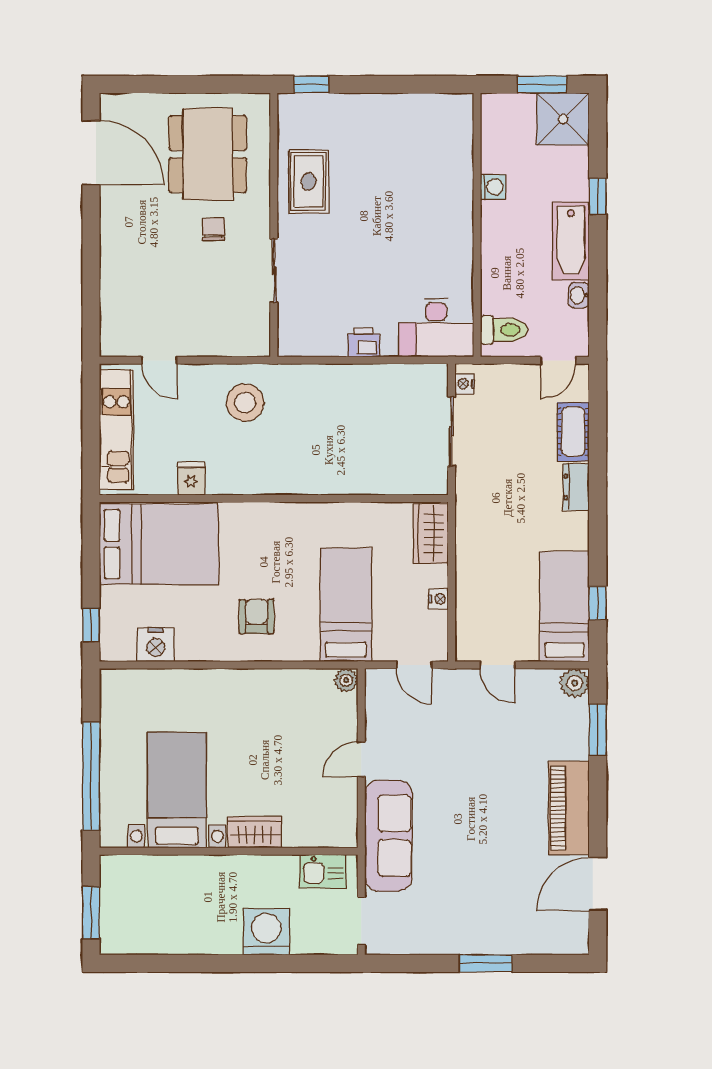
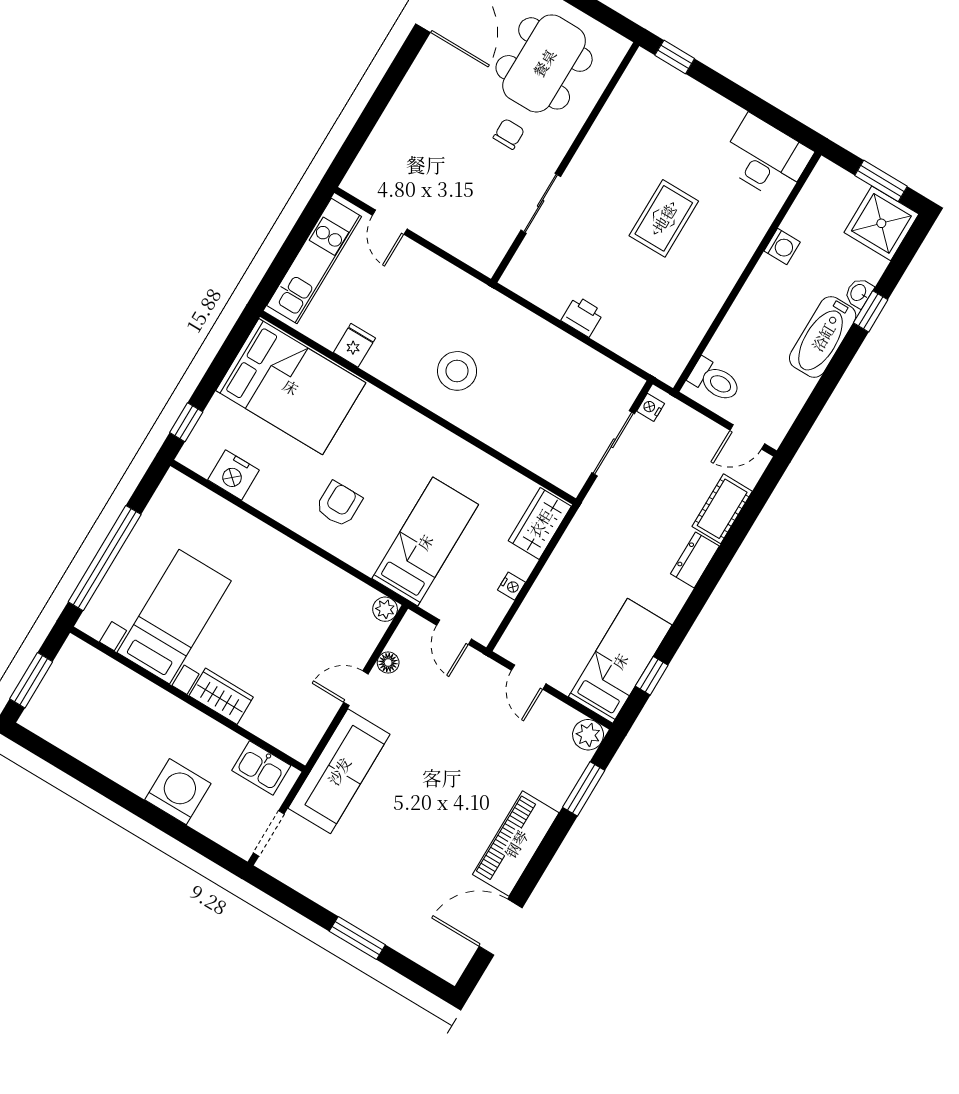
rug: (309, 182) -> (664, 218), moved
washbasin: (579, 295) -> (859, 293), moved
desk: (436, 328) -> (766, 158), moved, turned 180
stool: (245, 403) -> (457, 371), moved
floor lamp: (375, 722) -> (388, 662), added

